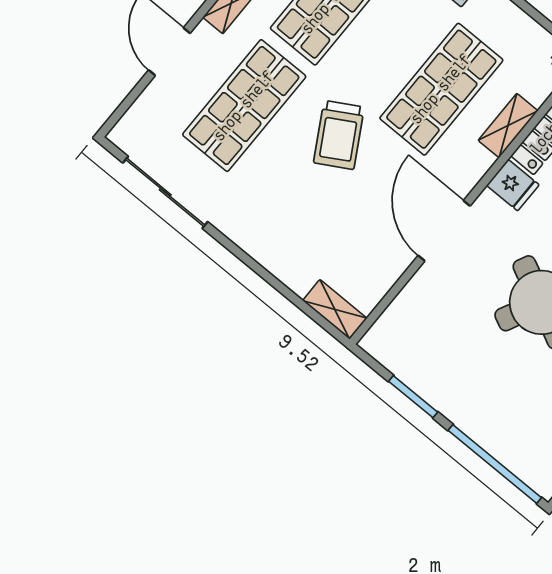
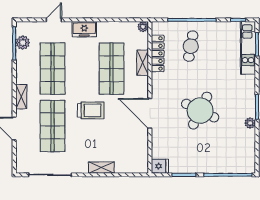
trolley: (339, 135) -> (91, 110), turned -60
fridge: (513, 185) -> (160, 166), moved
shelving: (335, 309) -> (101, 168), moved

